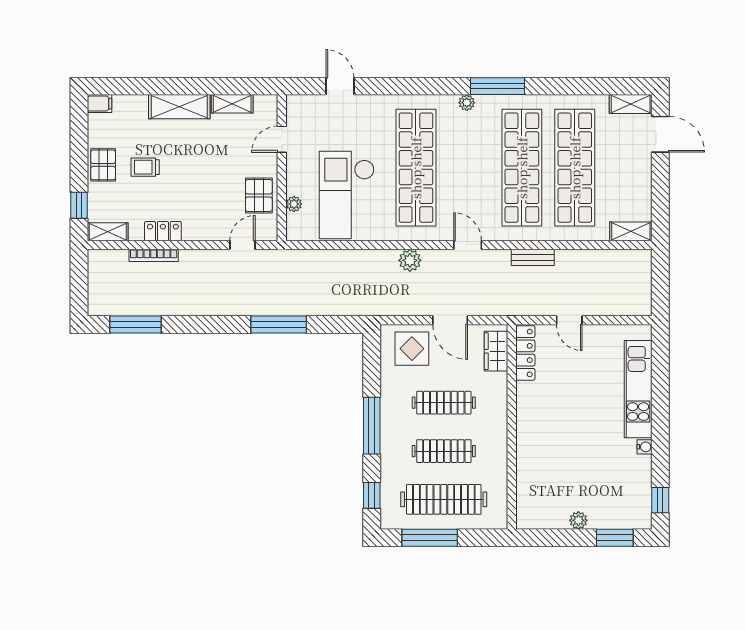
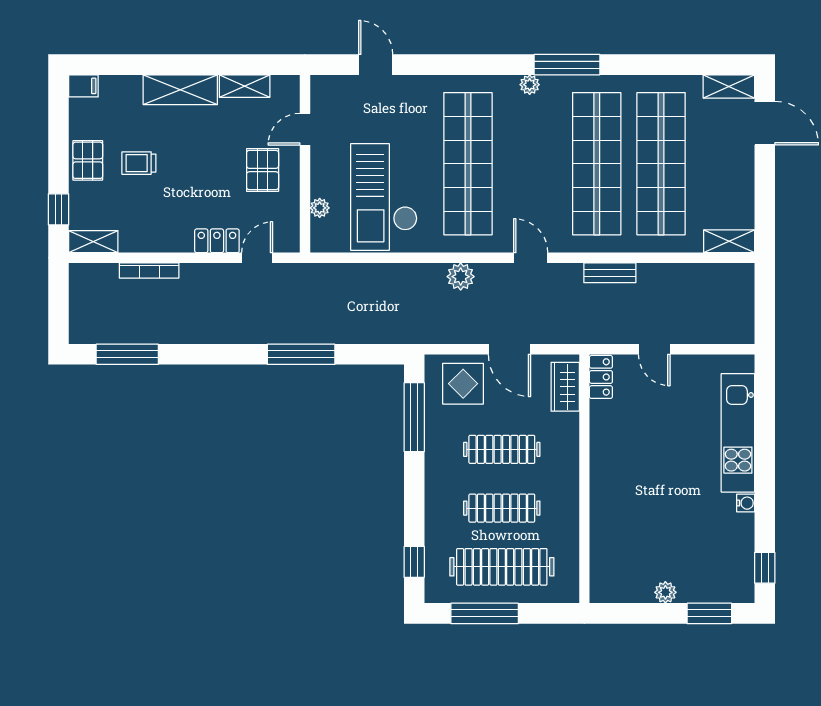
pallet: (259, 195) -> (263, 170), moved
locker: (163, 231) -> (217, 241), moved
locker: (525, 353) -> (601, 377), width x0.66
window: (372, 426) -> (414, 417), moved

